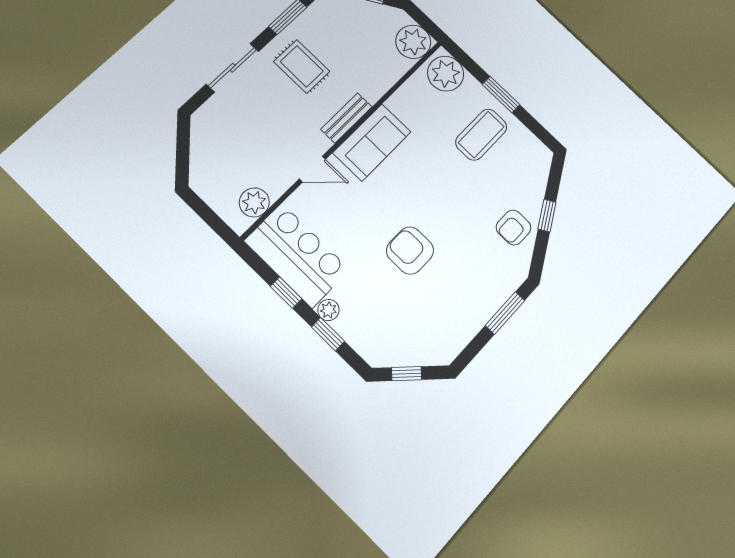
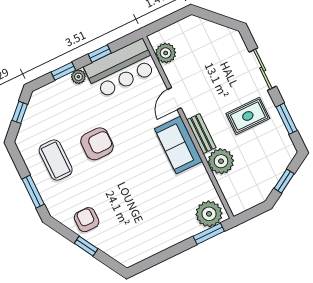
plant: (413, 42) -> (221, 161), moved
window: (501, 95) -> (209, 234), moved
coffee table: (481, 135) -> (56, 160), moved

